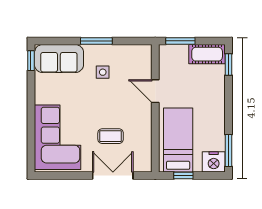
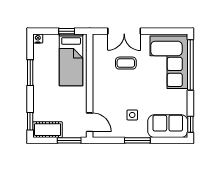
door: (155, 91) -> (90, 122), moved
window: (31, 134) -> (190, 65), added
window: (229, 151) -> (30, 73), moved
nightstand: (214, 162) -> (38, 39), width x0.53, depth x0.56

